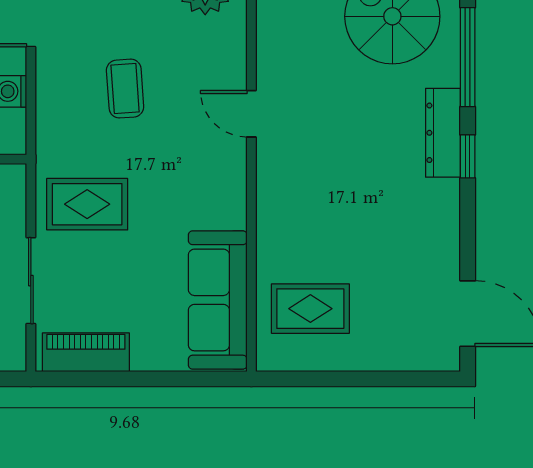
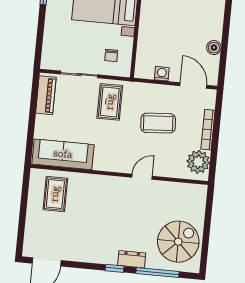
coffee table: (125, 89) -> (158, 123), width x1.36, depth x1.30
dresser: (443, 133) -> (132, 259), width x0.70

